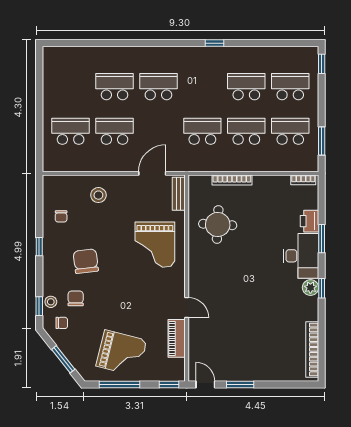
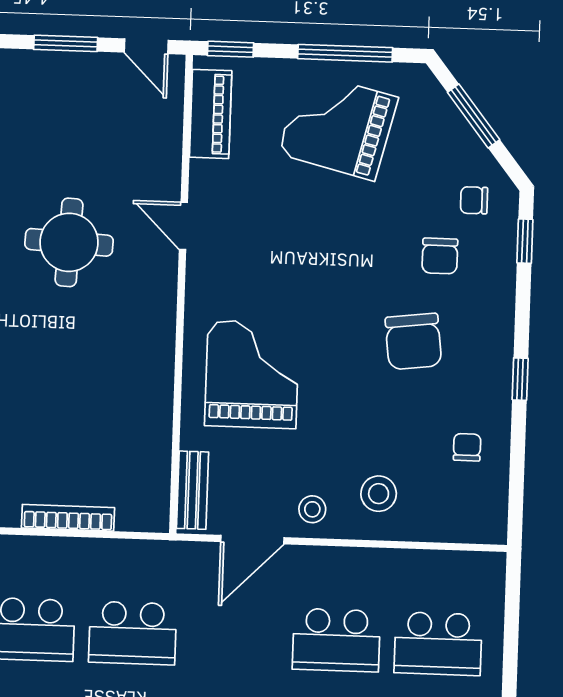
round table: (218, 224) -> (69, 242), moved
stool: (51, 302) -> (312, 509), moved
piano: (177, 338) -> (211, 114), moved

